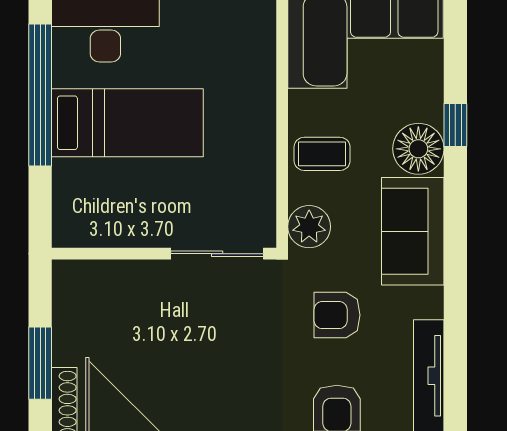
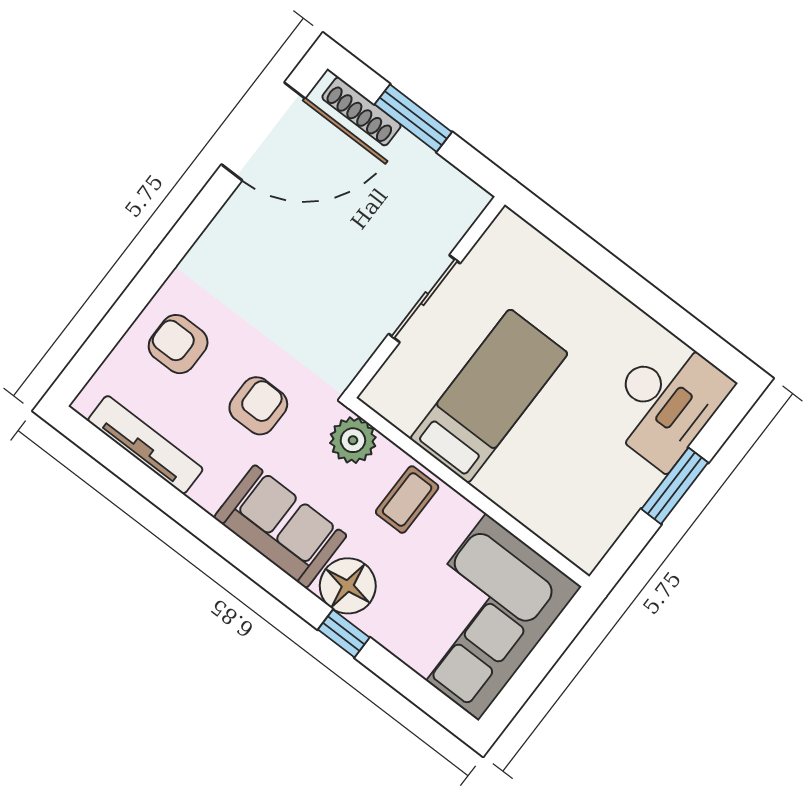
window: (40, 95) -> (644, 295), removed
bed: (127, 123) -> (489, 396), moved, turned 180
sliding door: (217, 254) -> (424, 299), moved

